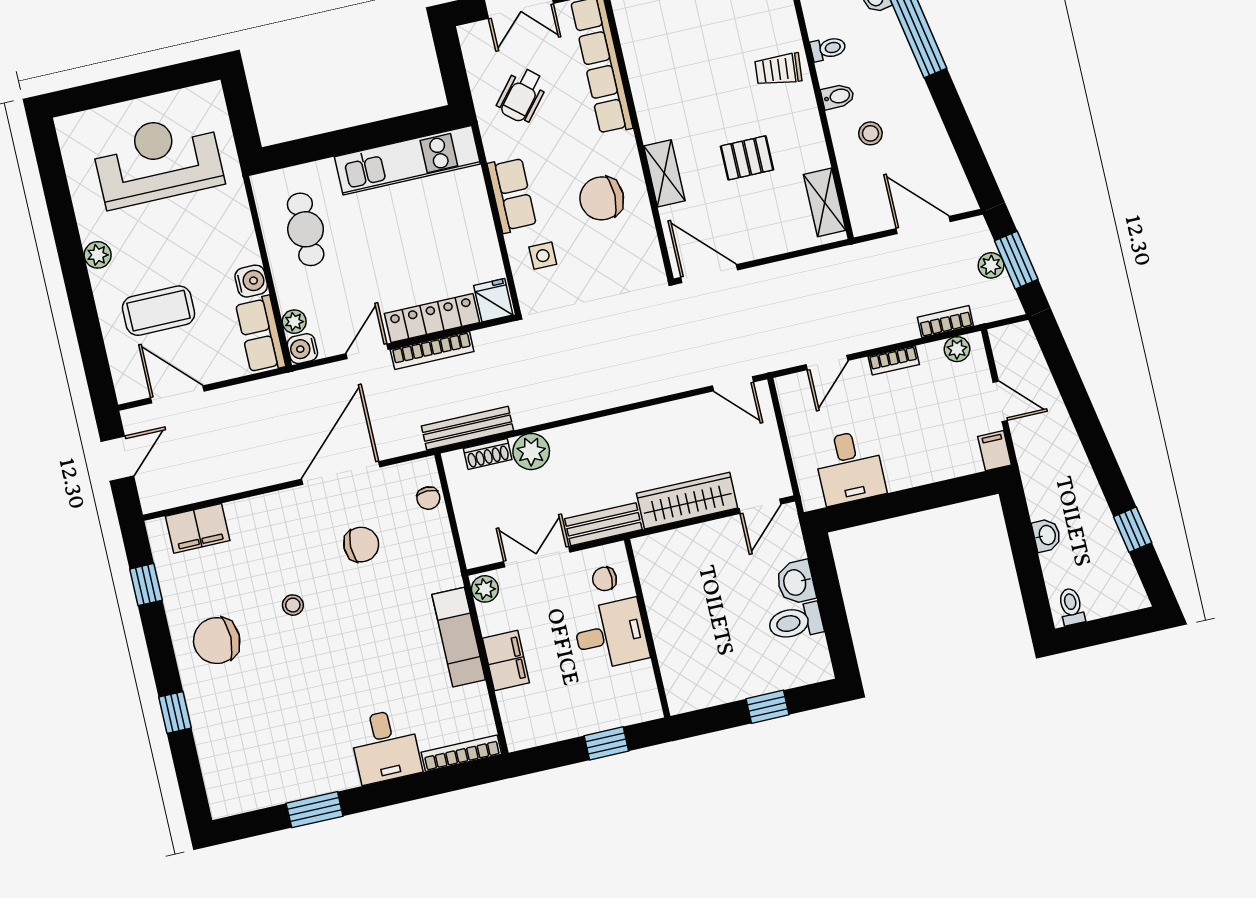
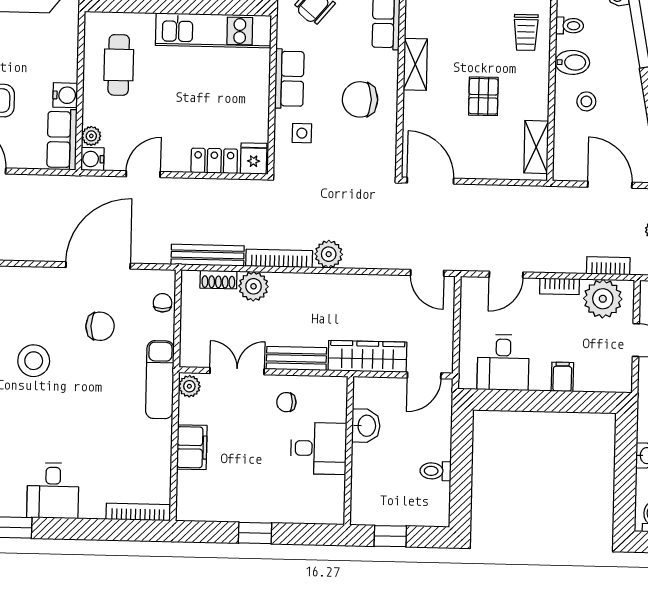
trolley: (778, 70) -> (526, 32), turned -95
bidet: (838, 97) -> (572, 62), width x1.38, depth x1.36
pallet: (747, 158) -> (483, 96), turned 90
shelving: (664, 173) -> (415, 64), moved
locker: (432, 318) -> (214, 161), width x0.66
plant: (957, 349) -> (603, 299), width x1.88, depth x1.88
bookcase: (432, 350) -> (279, 258), moved, turned 180
plant: (611, 391) -> (329, 254), added
filing cabinet: (995, 451) -> (562, 377), moved
chair: (428, 498) -> (163, 303), turned 180
washbasin: (796, 582) -> (366, 426), moved, turned 180
stool: (293, 605) -> (34, 361), width x1.89, depth x1.89
toilet: (796, 622) -> (435, 471), width x0.73, depth x0.72
wall: (647, 628) -> (349, 451), moved
desk: (611, 635) -> (319, 448), moved
exam couch: (459, 637) -> (160, 380), moved
desk: (385, 746) -> (53, 491), moved

